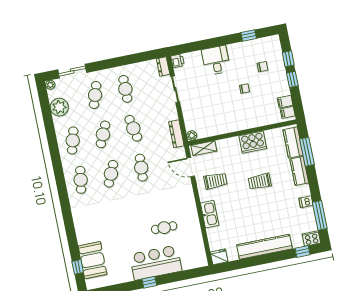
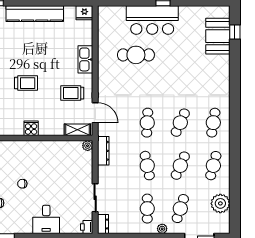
plant: (50, 85) -> (162, 229), moved
cooker: (253, 142) -> (31, 128), width x0.53, depth x0.76
cafe table: (164, 228) -> (136, 55), width x1.37, depth x1.35

